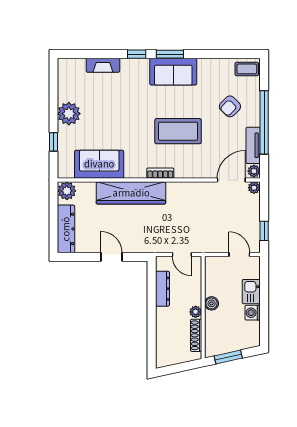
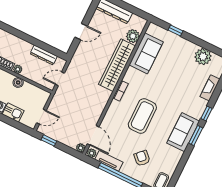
plant: (69, 114) -> (203, 57), moved
plant: (67, 191) -> (133, 36), moved

